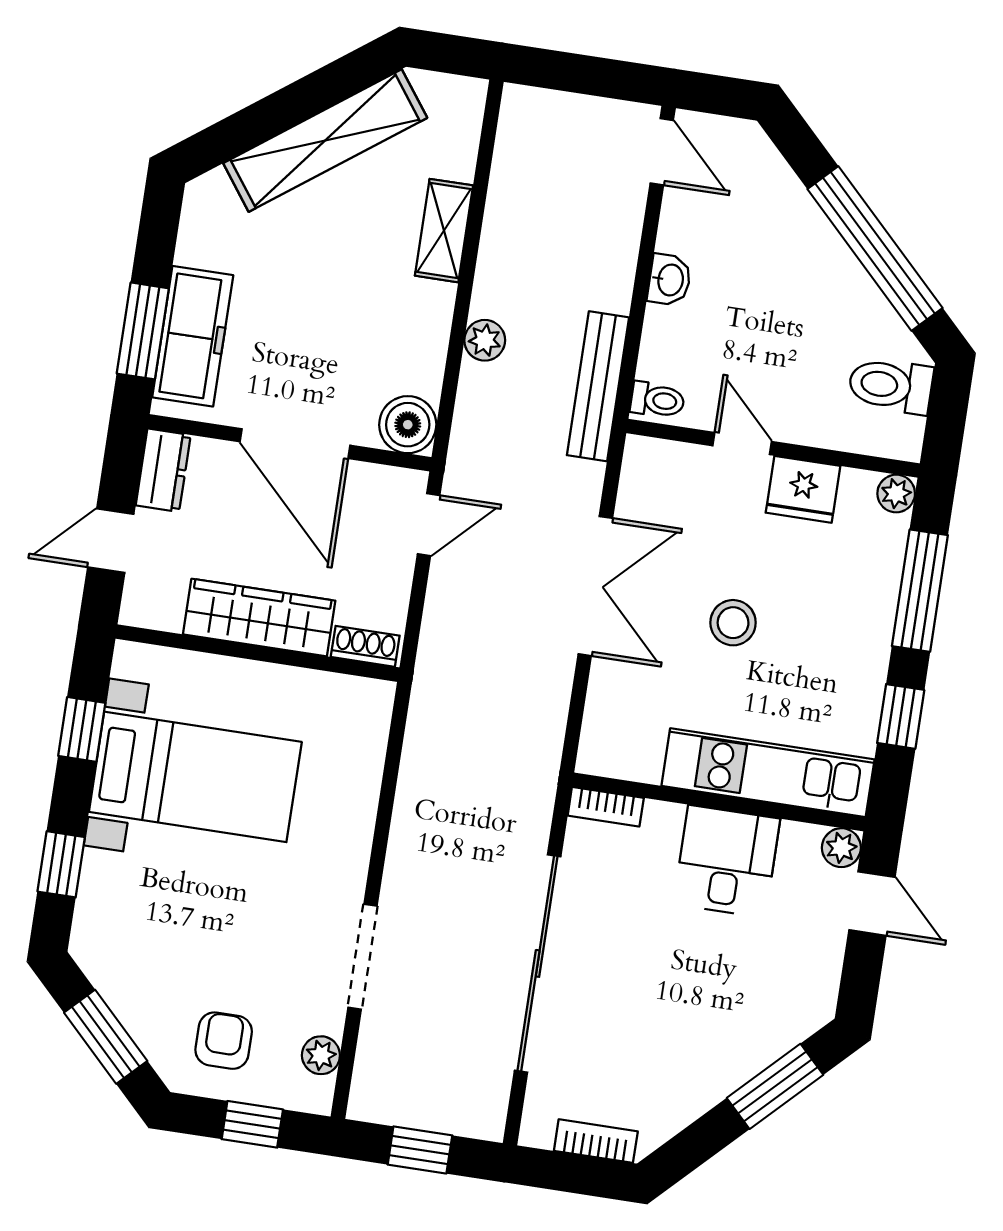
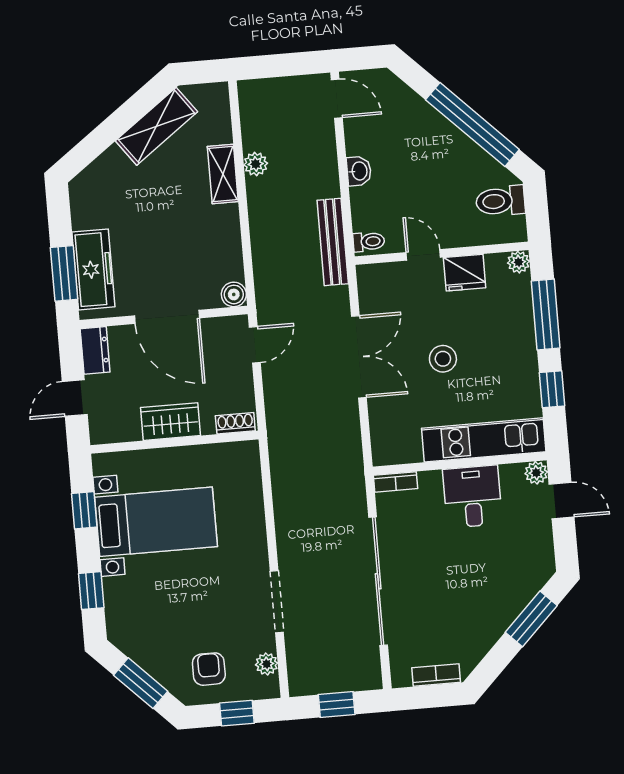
shelving: (325, 140) -> (156, 126), width x0.68
plant: (485, 340) -> (256, 164), moved
boiler: (408, 425) -> (234, 294), width x0.73, depth x0.73
wardrobe: (259, 618) -> (171, 422), width x0.67

